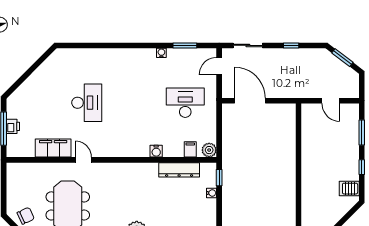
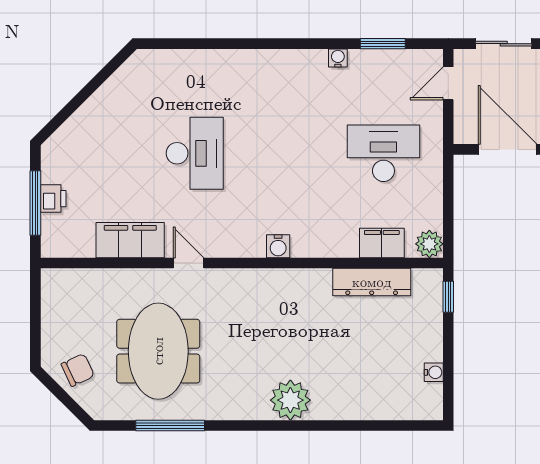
filing cabinet: (190, 149) -> (382, 243), width x2.00
water cooler: (156, 151) -> (278, 246), moved
water cooler: (211, 193) -> (434, 372), moved

